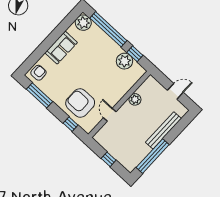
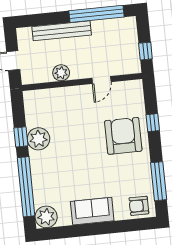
plant: (135, 99) -> (61, 73), moved
armchair: (80, 103) -> (123, 136), turned 180
wall: (119, 104) -> (82, 82), moved
door: (110, 115) -> (101, 80), moved

